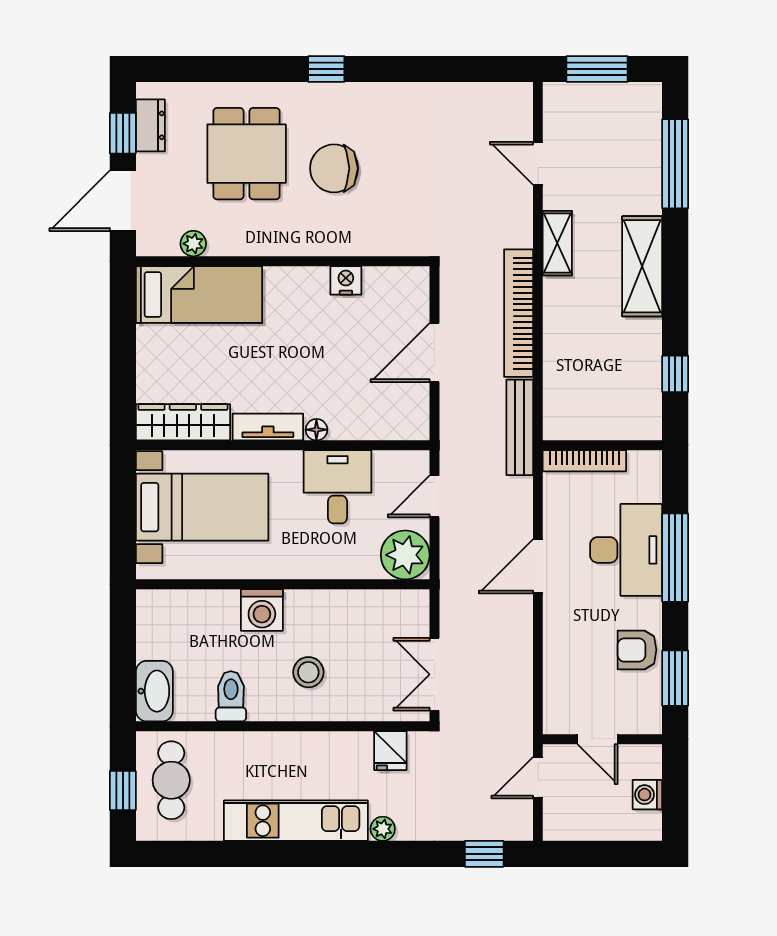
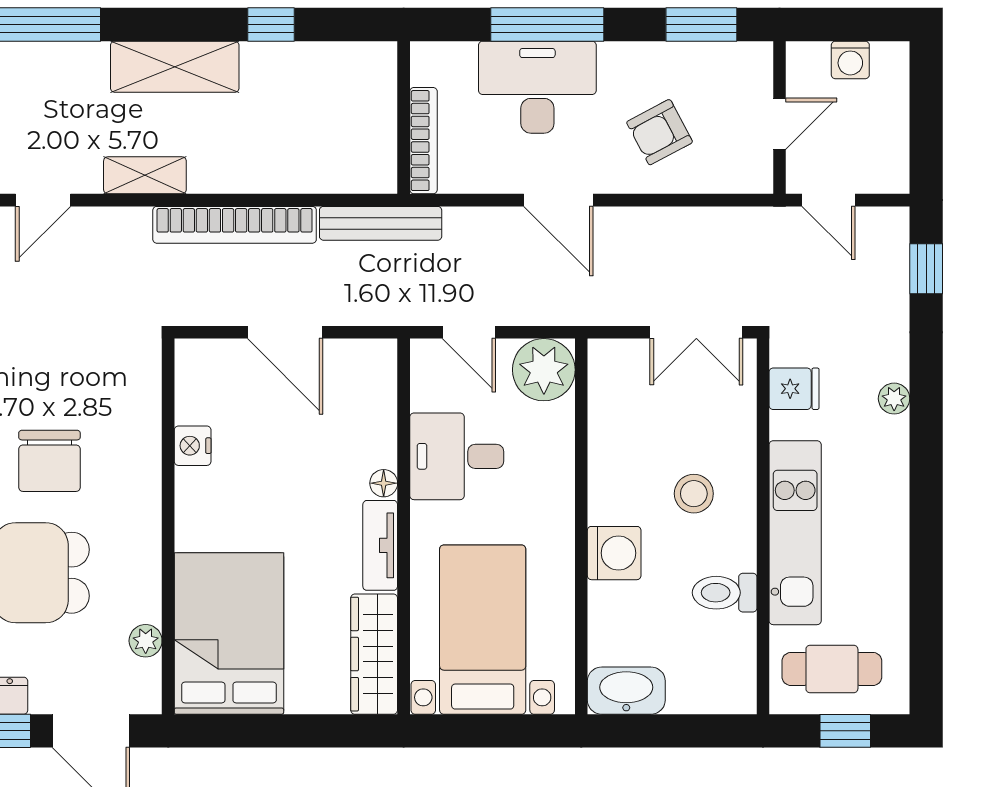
bed: (199, 295) -> (229, 633), width x1.50
window: (675, 374) -> (271, 25), moved
armchair: (637, 650) -> (660, 132), moved, turned 62
washbasin: (154, 691) -> (626, 691), moved
kitchen unit: (296, 821) -> (795, 533), moved, turned 180

